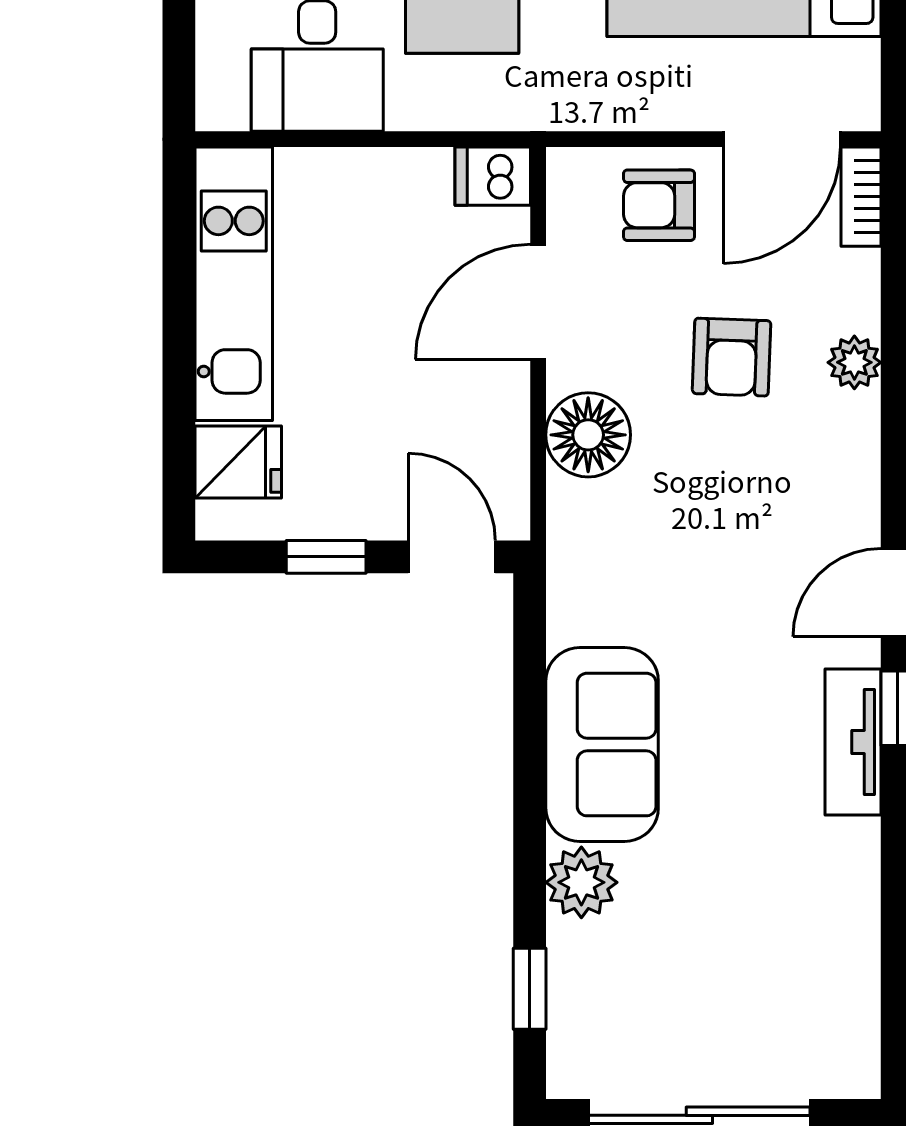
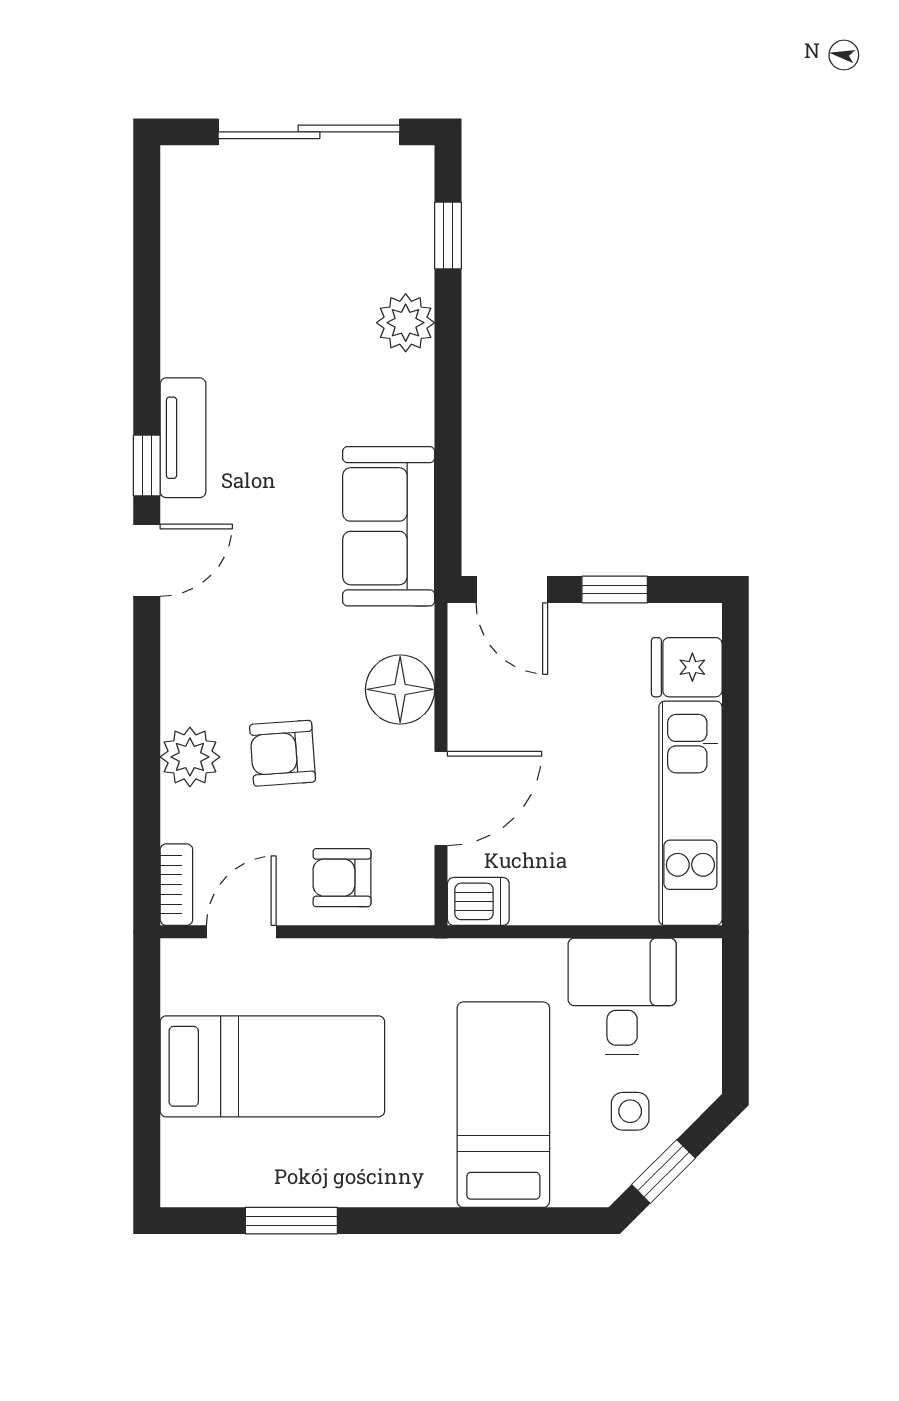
door: (782, 139) -> (241, 932), width x0.73
armchair: (659, 205) -> (342, 878), turned 180
armchair: (732, 357) -> (283, 753), turned -96
plant: (854, 362) -> (190, 757), width x1.38, depth x1.38
sofa: (602, 745) -> (389, 526), moved

